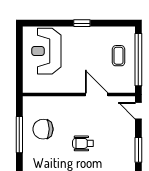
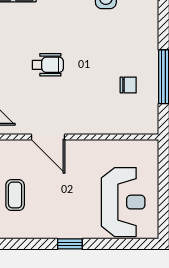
chair: (43, 129) -> (128, 85), width x0.54, depth x0.54
wheelchair: (83, 143) -> (48, 65), moved

